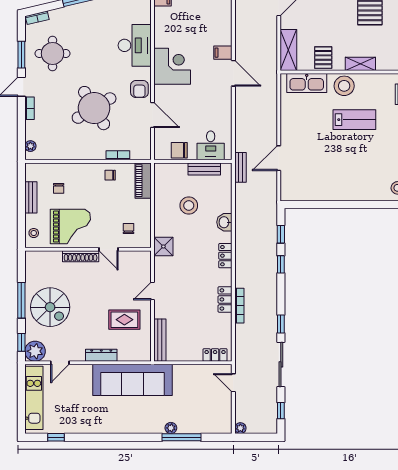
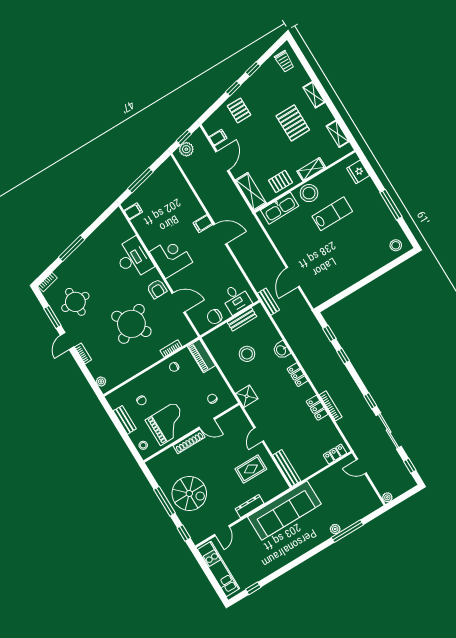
pallet: (323, 58) -> (280, 181), turned 90
plant: (35, 351) -> (198, 533), removed

